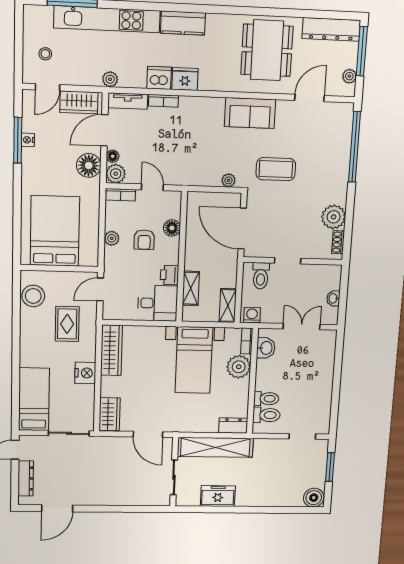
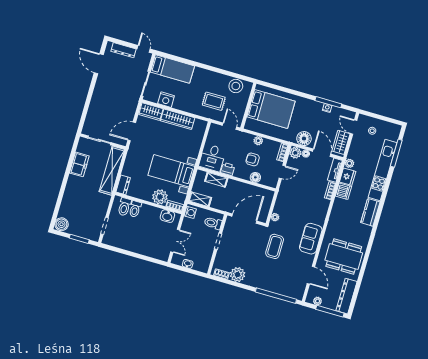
fridge: (185, 79) -> (348, 177), moved
wardrobe: (111, 350) -> (178, 119), moved
nightstand: (85, 373) -> (166, 100), moved

